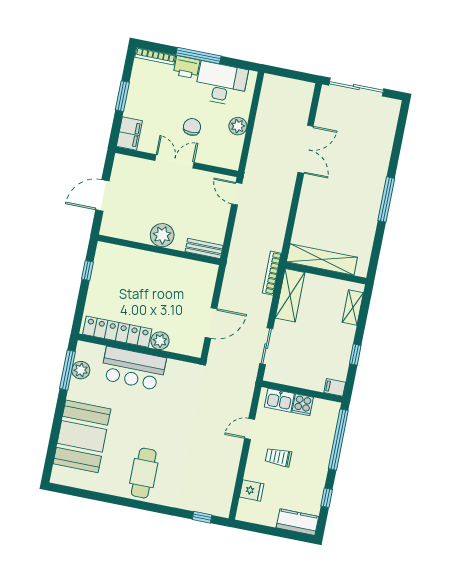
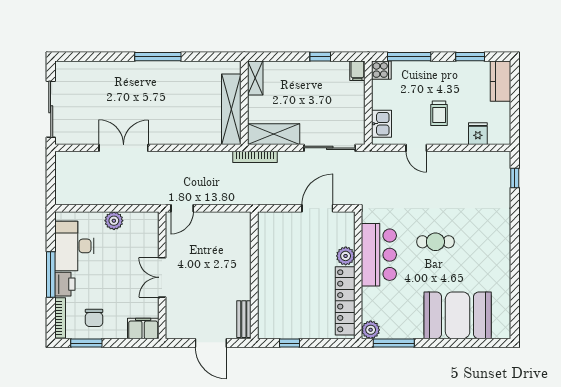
window: (122, 96) -> (86, 343), moved
chair: (192, 127) -> (94, 318), moved, turned -90
plant: (162, 235) -> (239, 275), removed
bench: (204, 249) -> (244, 319), moved
shelving: (353, 307) -> (255, 78), moved, turned 90
door: (211, 323) -> (317, 208), hinge flipped
sliding door: (266, 346) -> (330, 148), width x1.37
bar counter: (133, 368) -> (379, 255), moved
plant: (81, 370) -> (371, 330), moved
cooker: (303, 405) -> (381, 70), moved
window: (338, 440) -> (409, 57), width x0.68
cafe table: (144, 473) -> (435, 242), moved, width x0.73, depth x0.74
window: (327, 498) -> (470, 57), width x1.50

